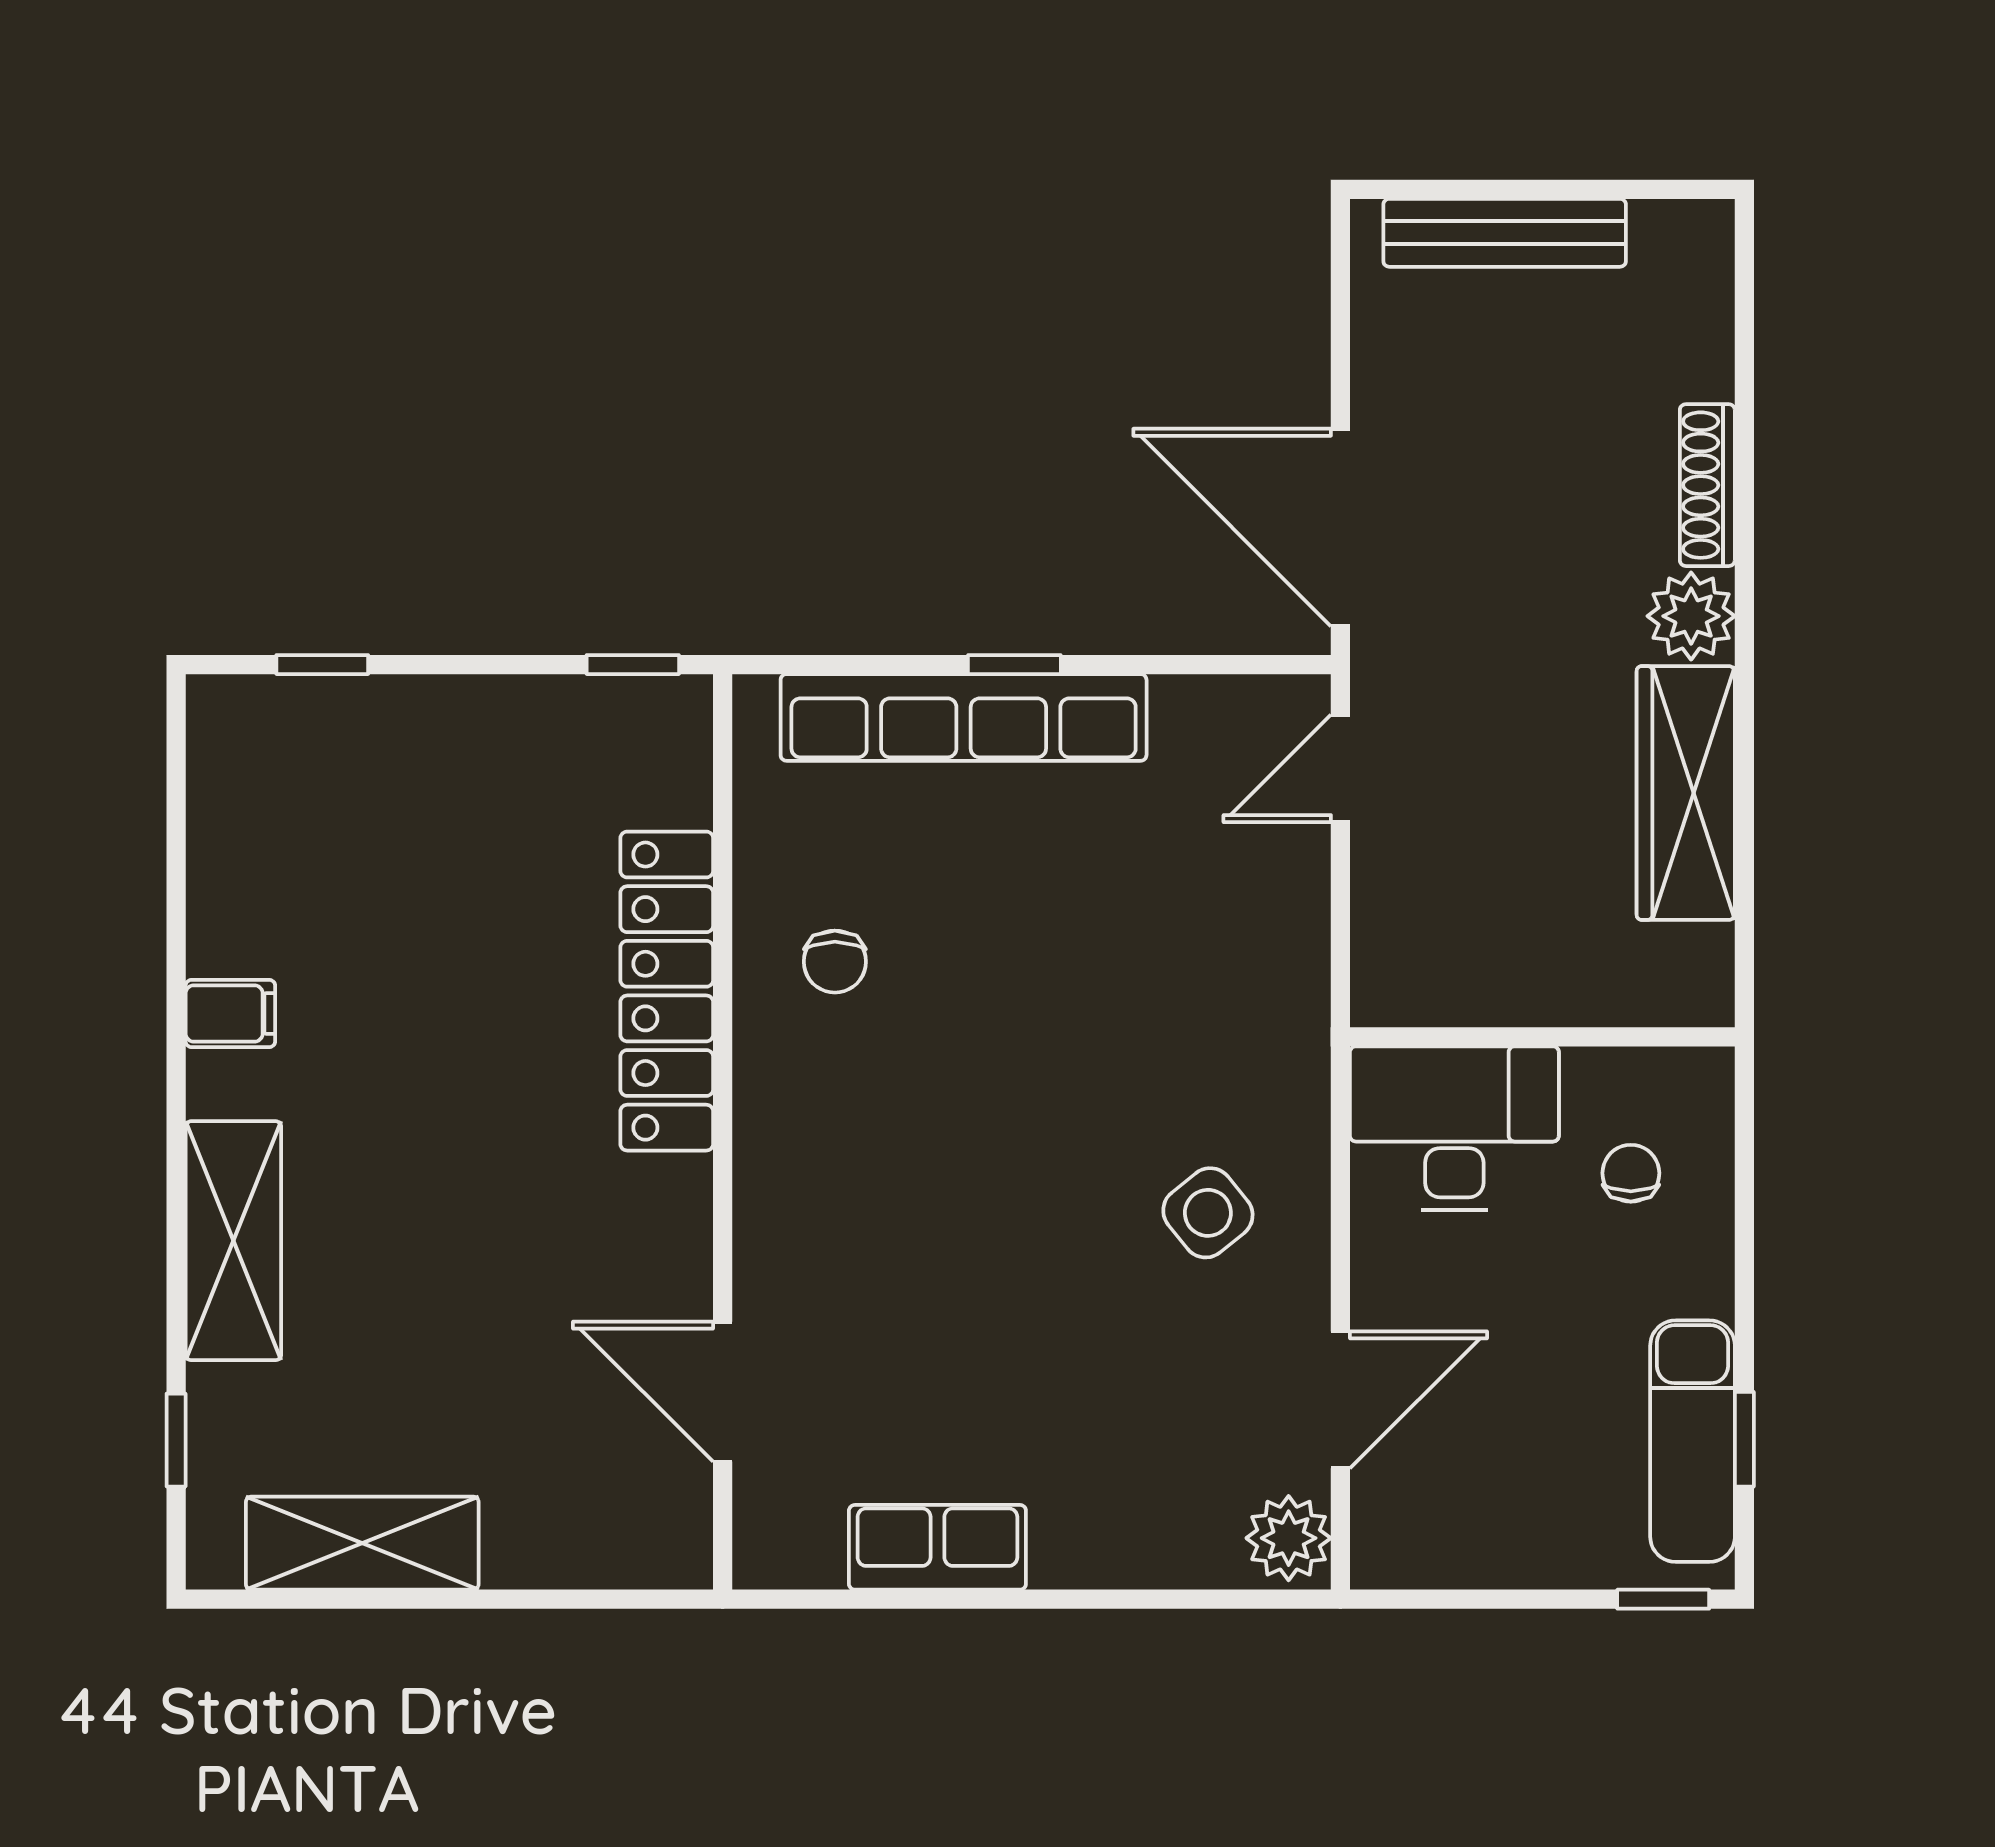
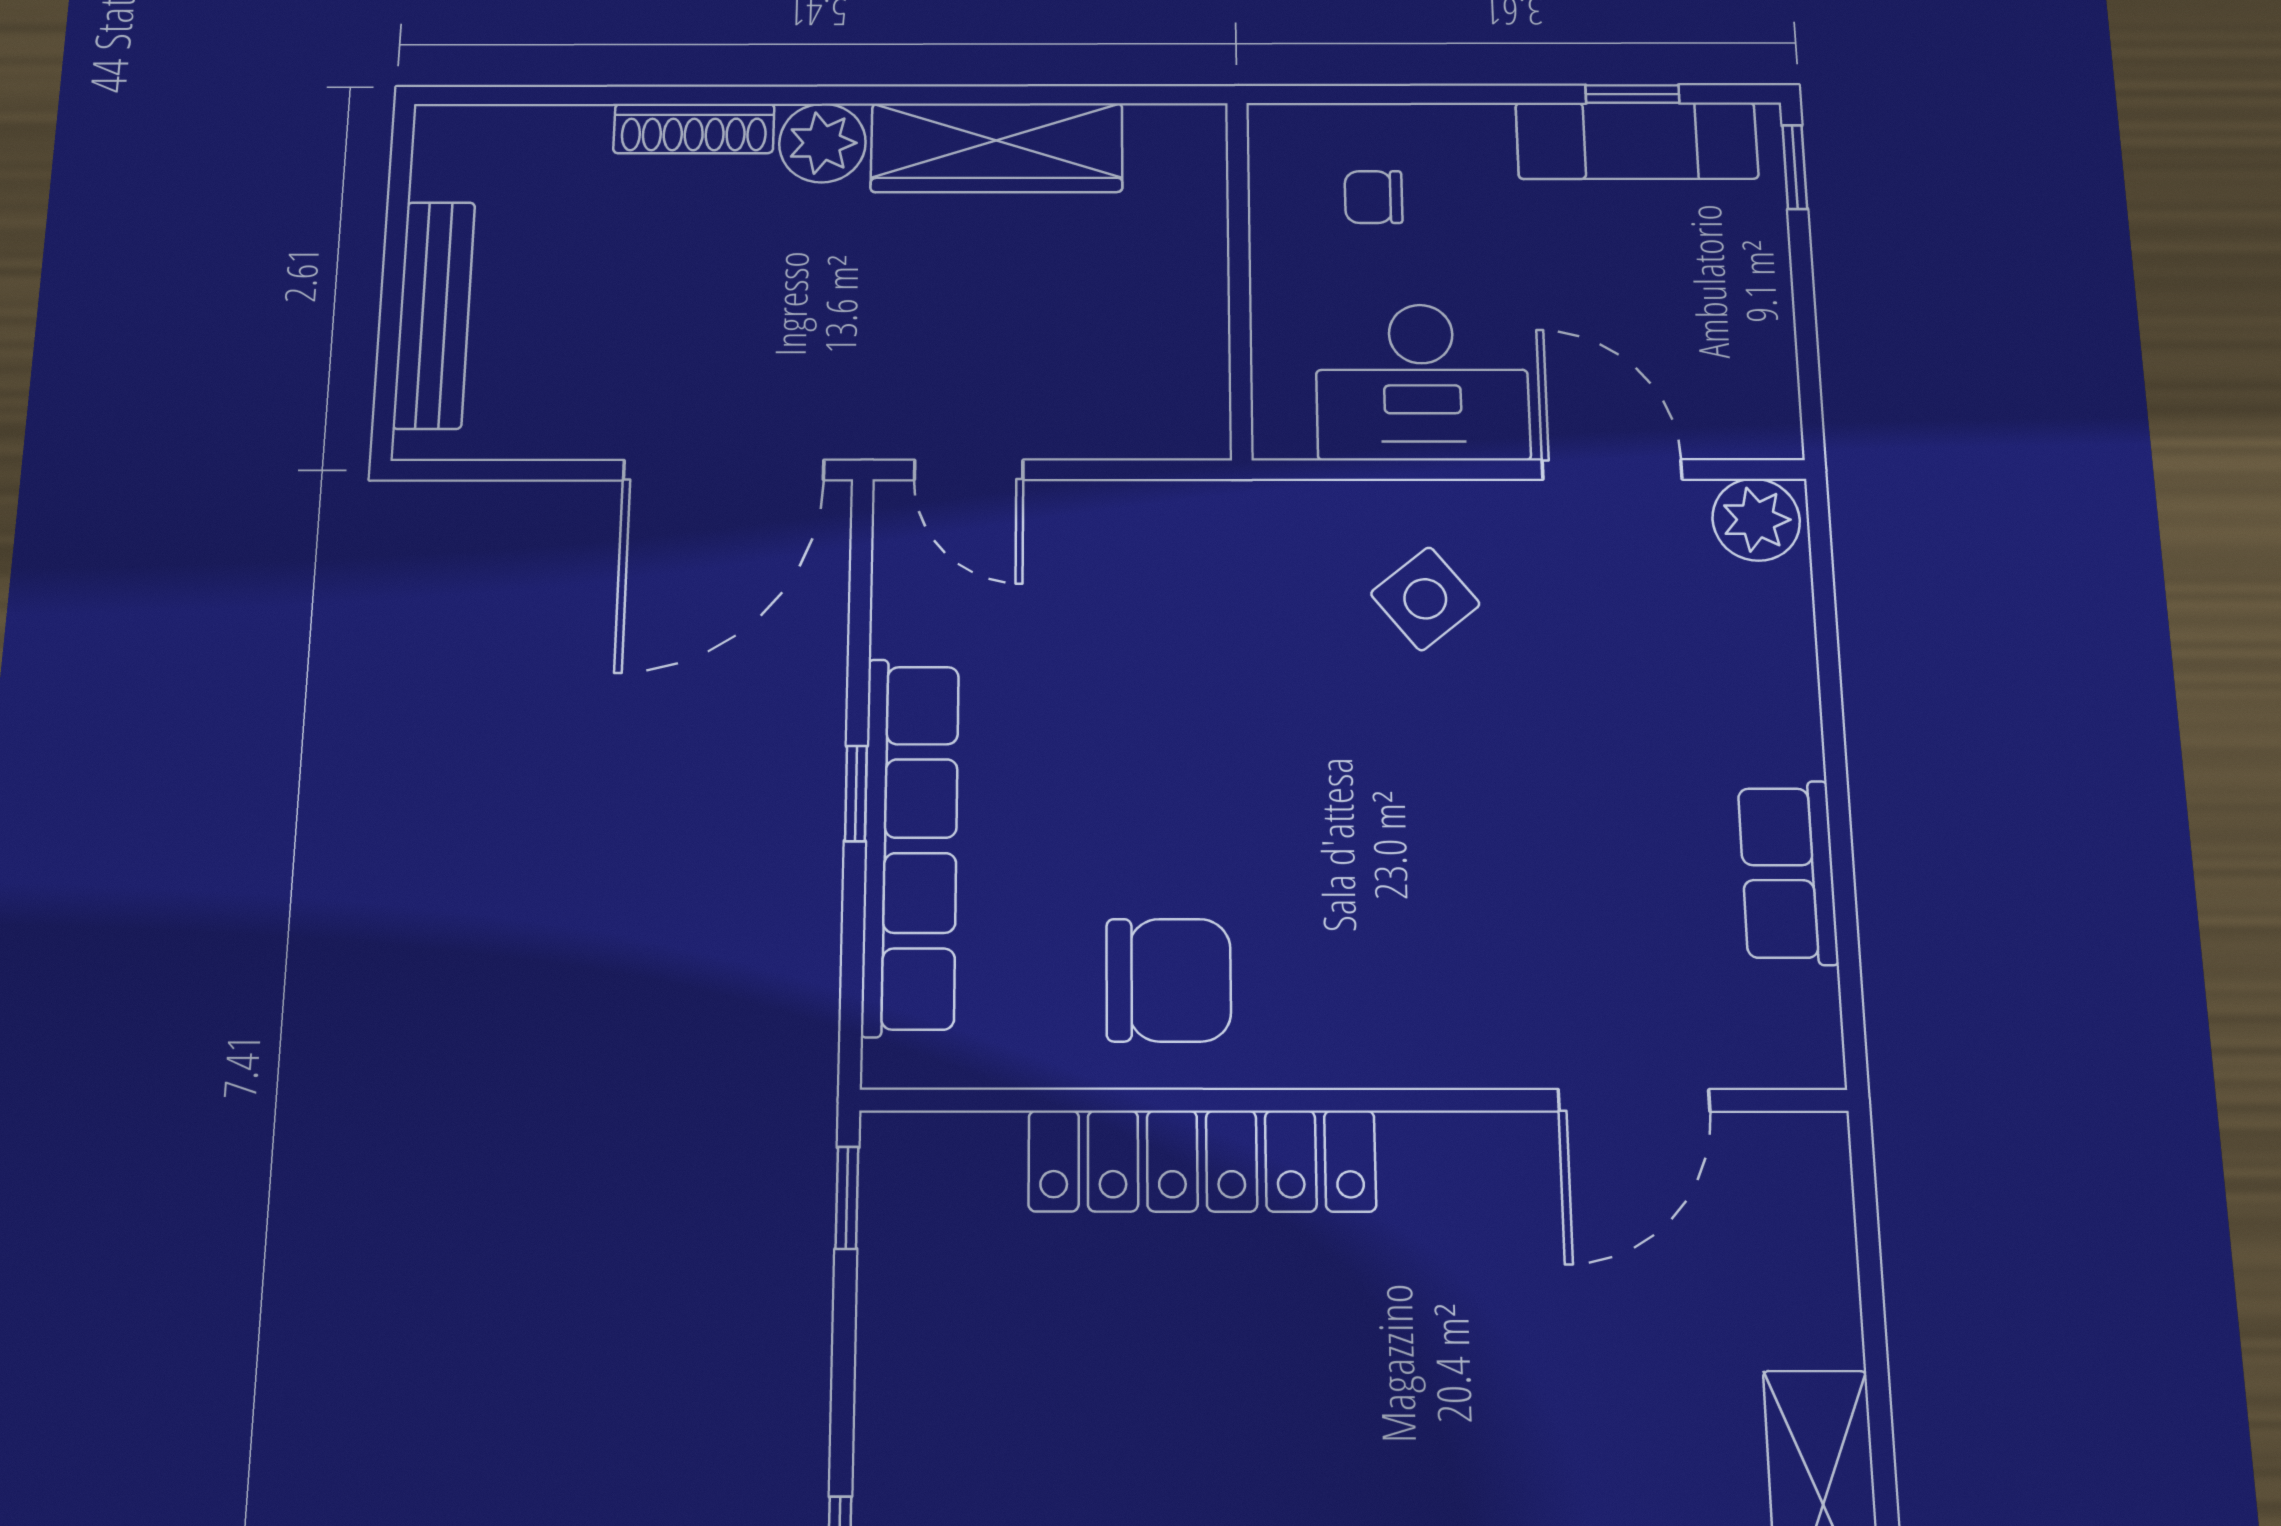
chair: (835, 962) -> (1169, 980), width x1.87, depth x1.87
desk: (1454, 1128) -> (1422, 382), moved, turned -90

